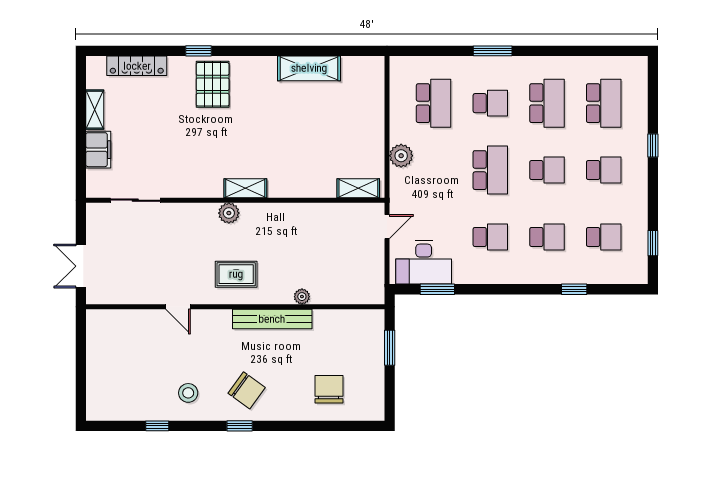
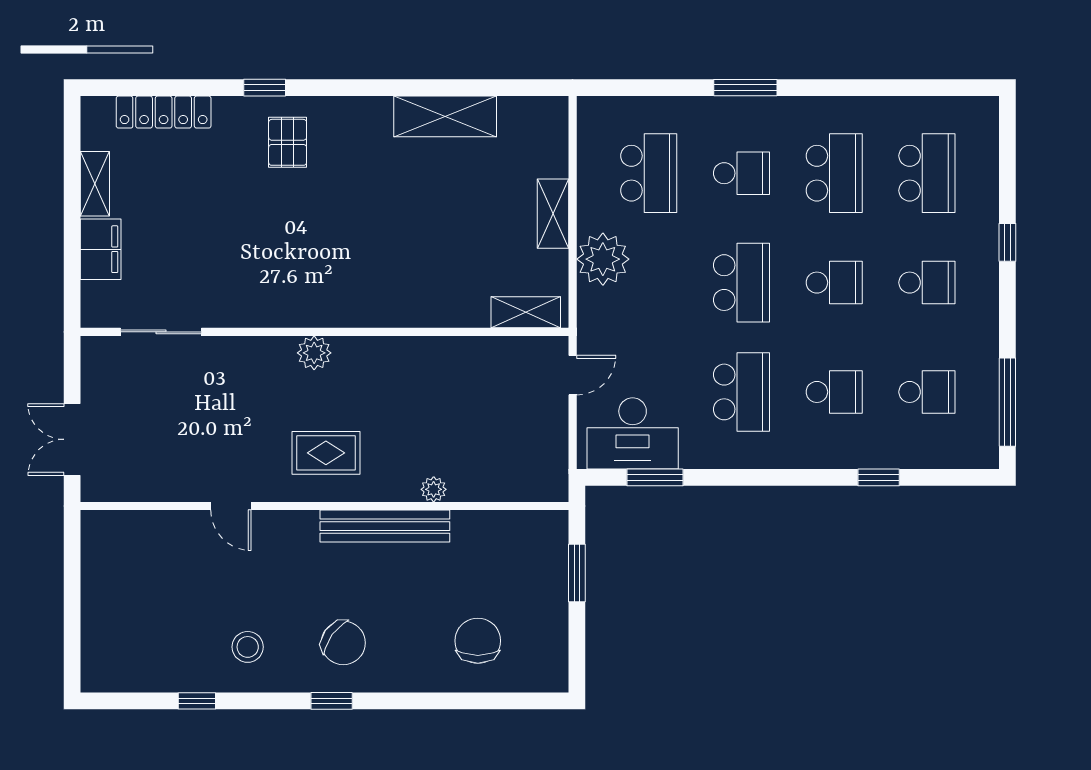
pallet: (213, 84) -> (288, 142), width x0.67, depth x0.71
plant: (401, 156) -> (603, 259), width x1.36, depth x1.36
shelving: (245, 188) -> (553, 214), moved, turned 90
school desk: (490, 237) -> (741, 392), width x1.85
window: (653, 243) -> (1007, 402), width x2.17

